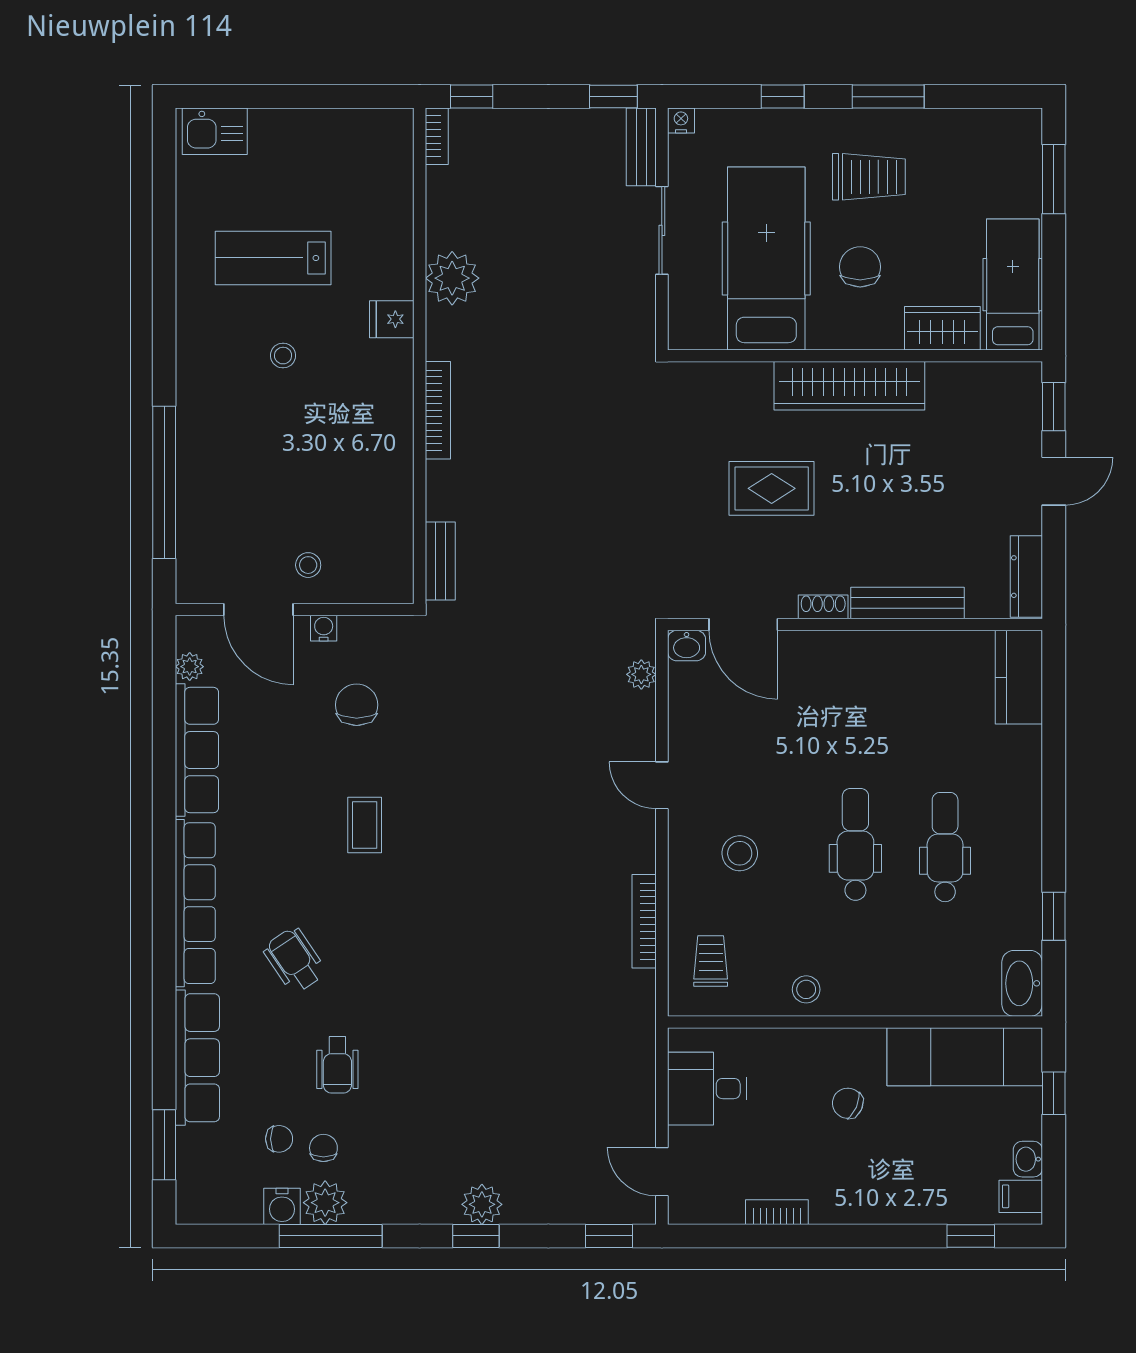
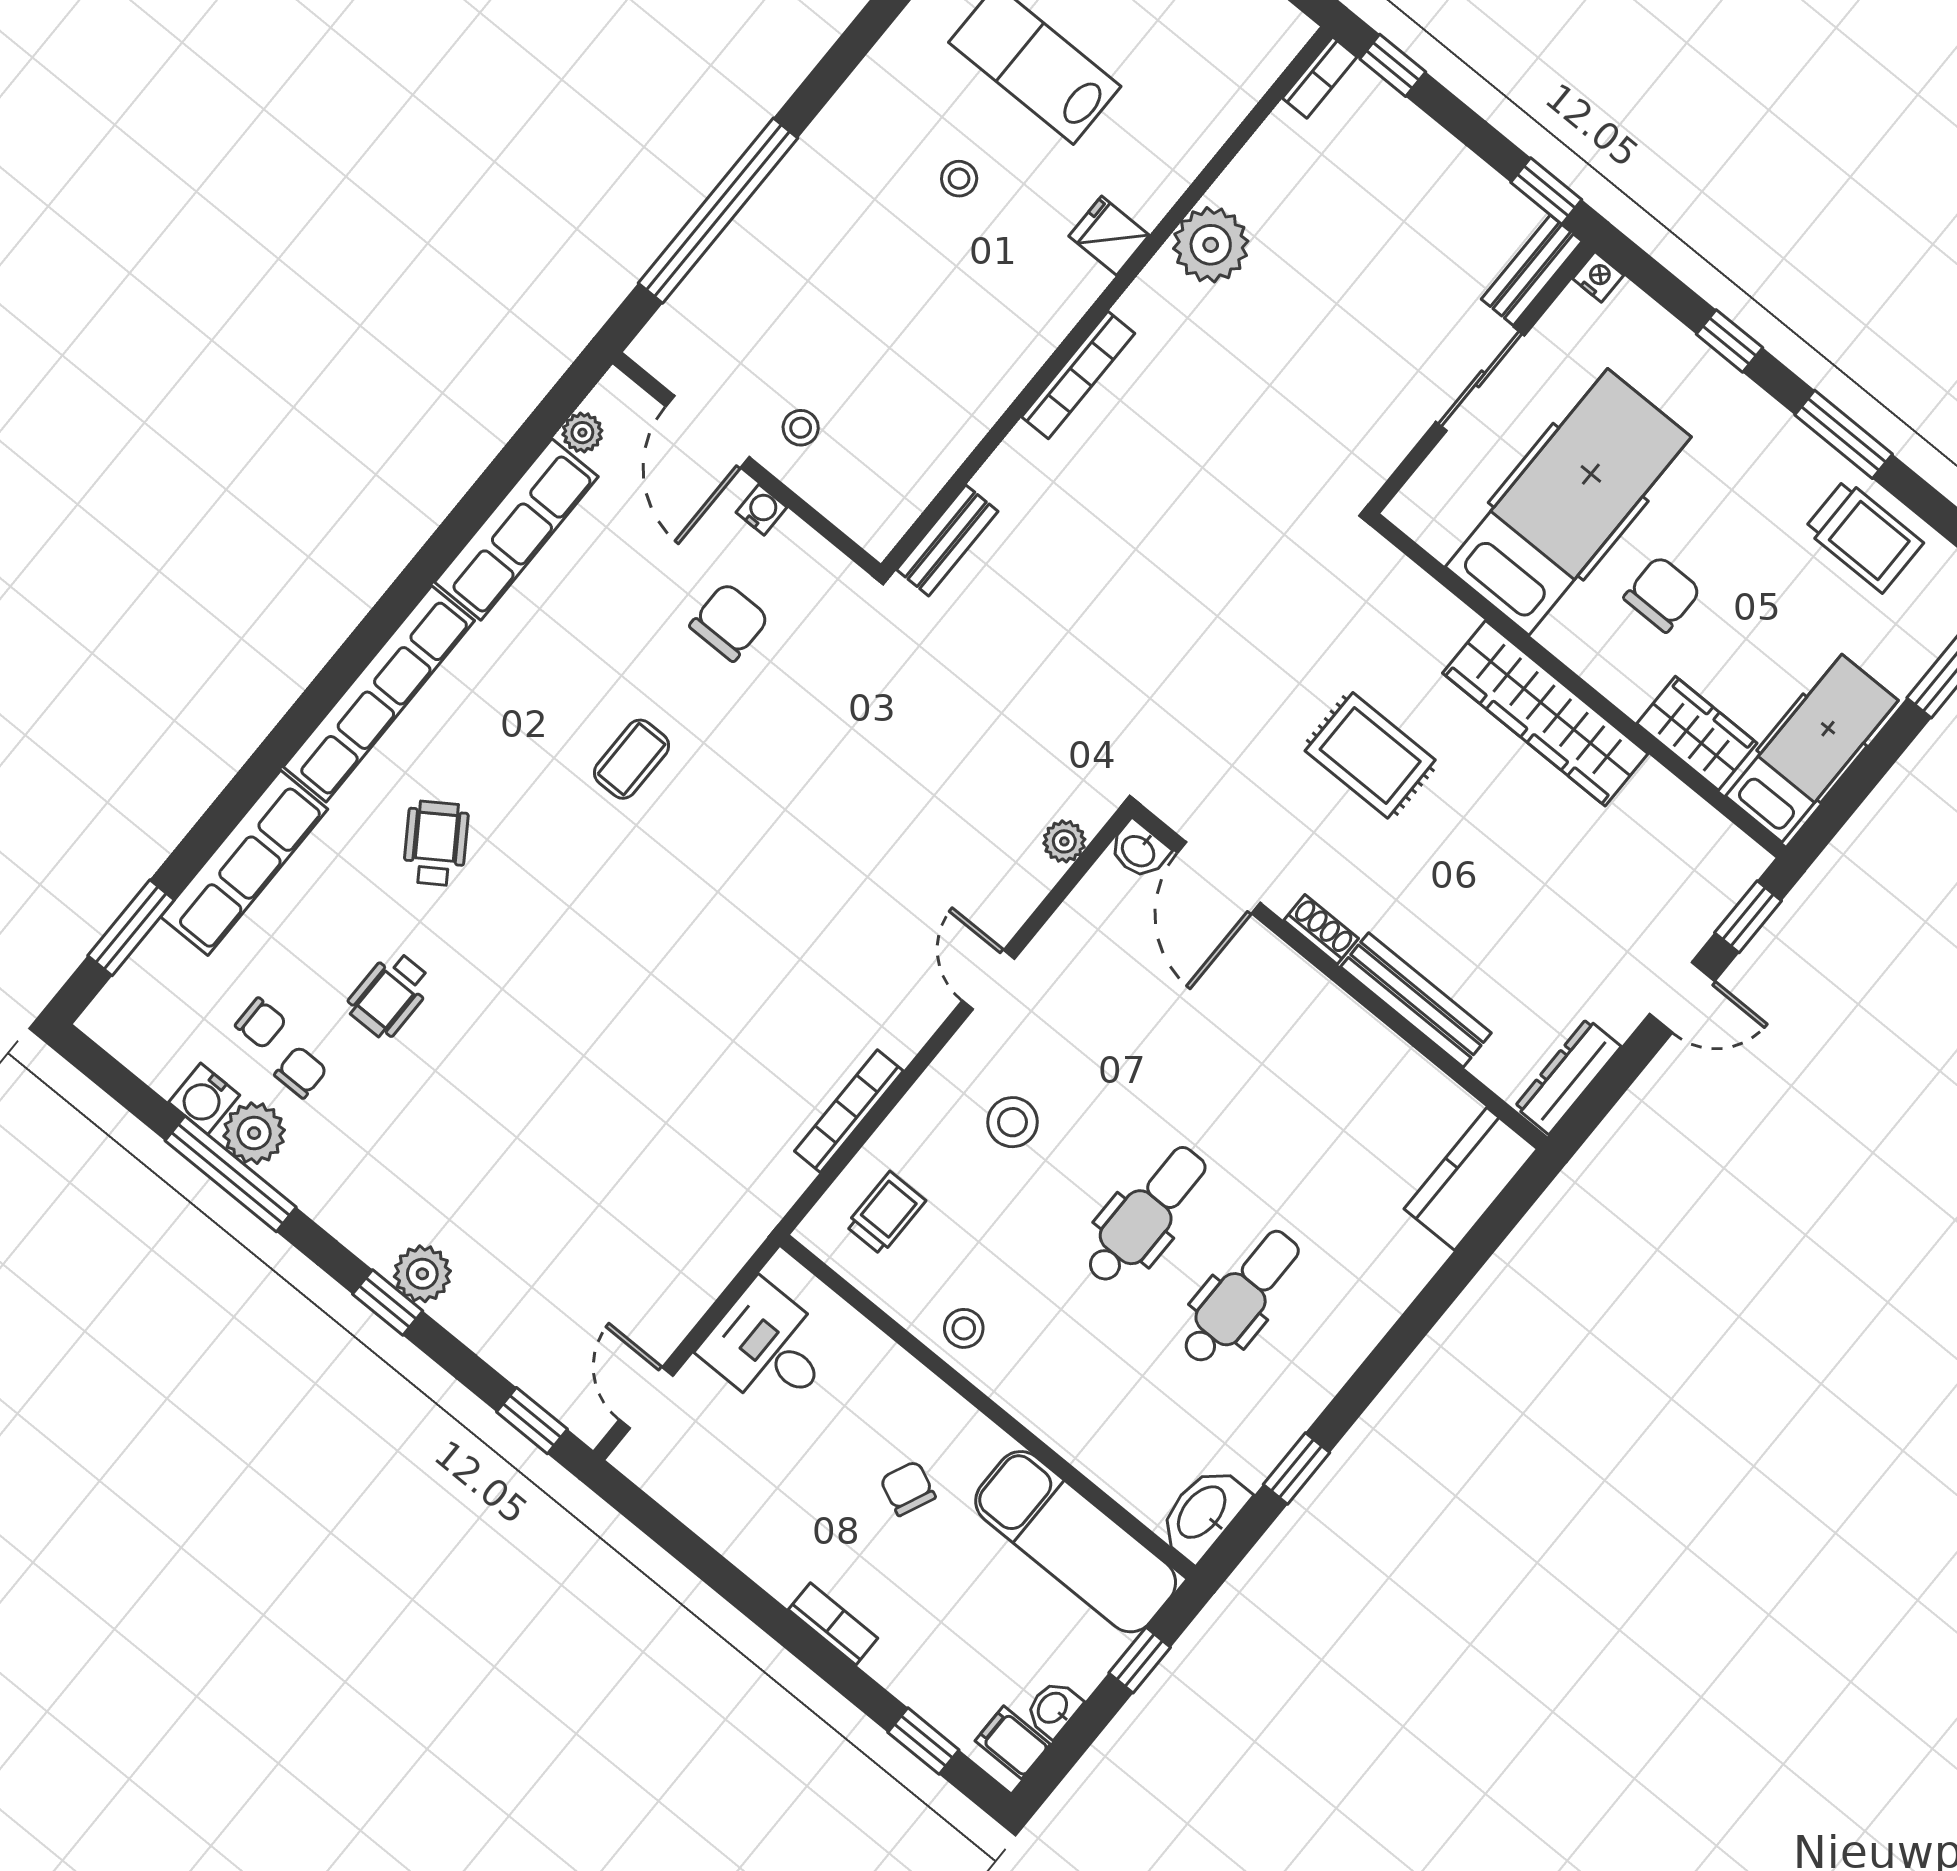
trolley: (869, 177) -> (1864, 536), moved
bookcase: (777, 1212) -> (833, 1624), moved

